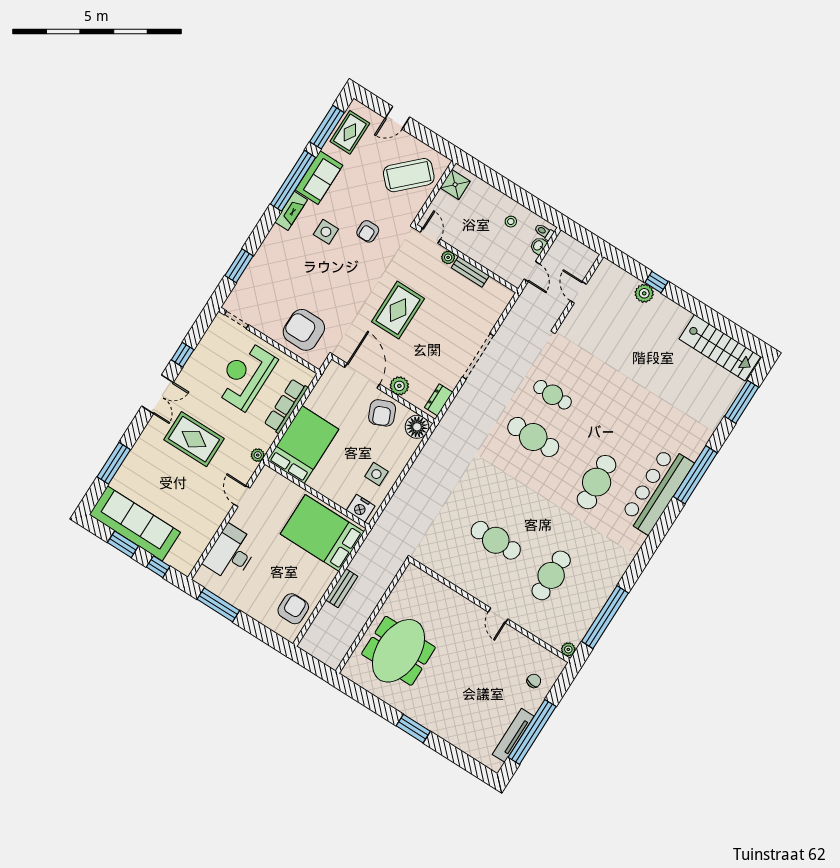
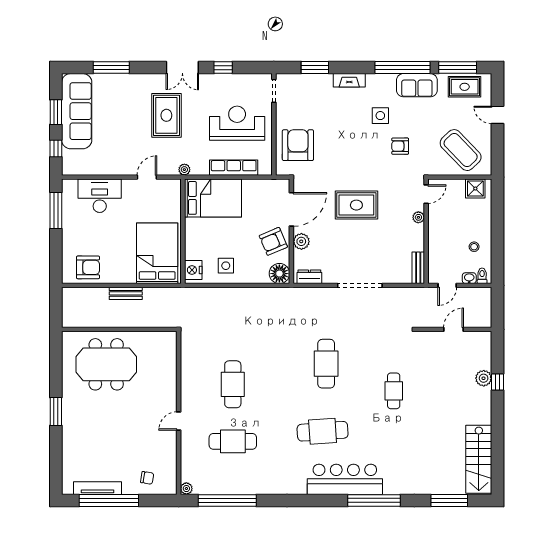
fireplace: (291, 211) -> (349, 80), moved
bench: (470, 272) -> (418, 268), moved
cafe table: (553, 395) -> (394, 391), moved

